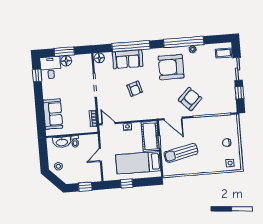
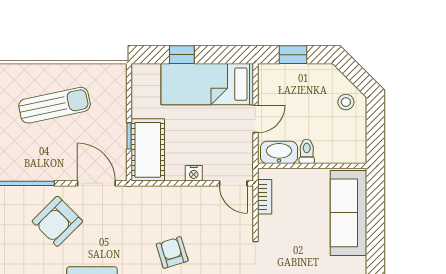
sofa: (53, 114) -> (349, 213), width x1.36
washbasin: (62, 142) -> (279, 152), moved
sun lounger: (181, 153) -> (54, 105), moved
bed: (138, 163) -> (207, 84), moved, turned 180
window: (127, 183) -> (182, 55), moved

